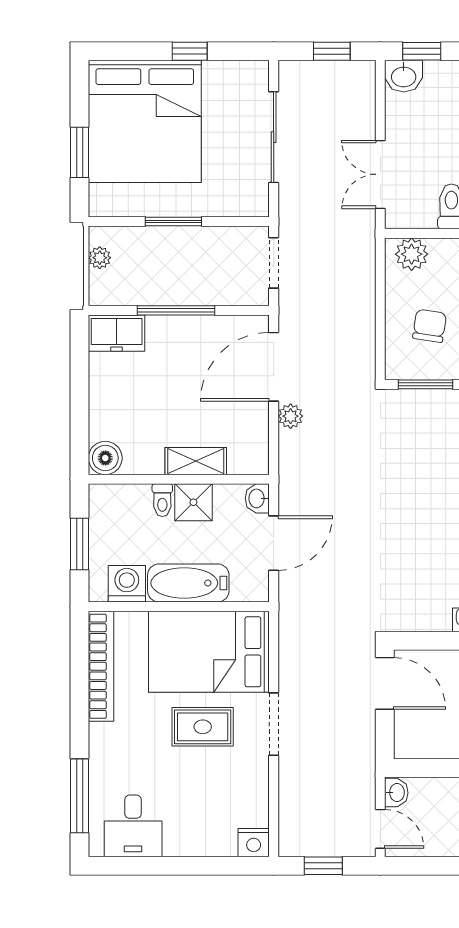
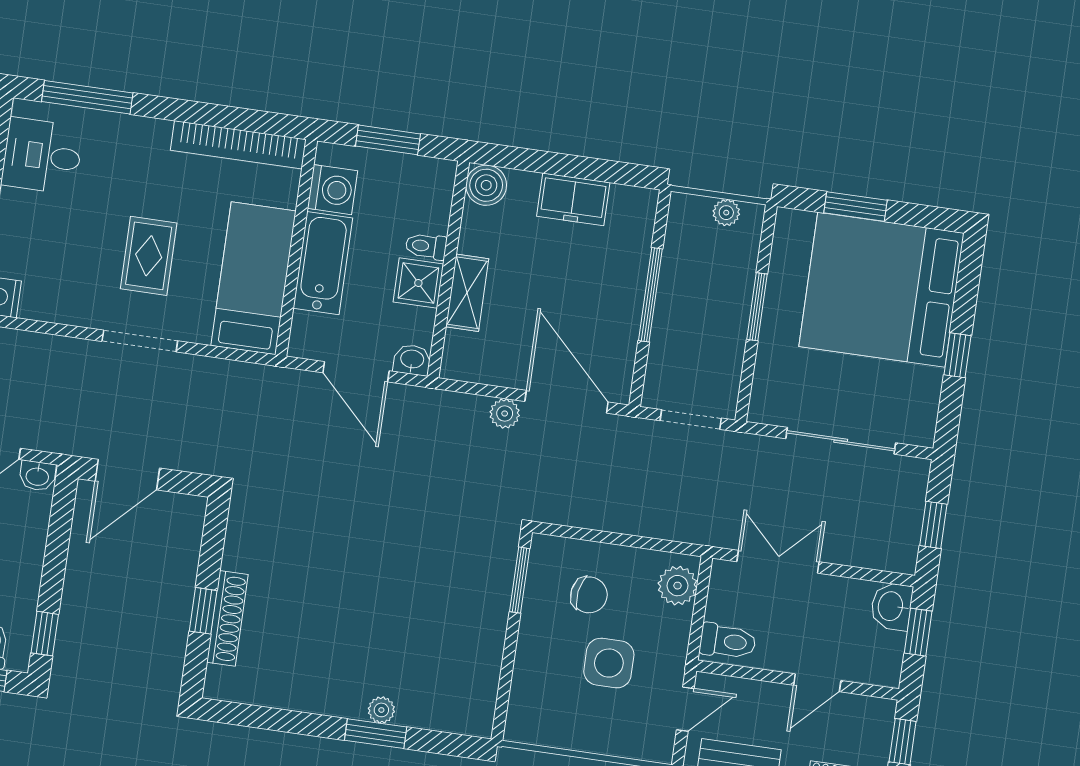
freezer: (117, 333) -> (573, 199), moved, turned -90
bed: (209, 652) -> (253, 278), width x0.67
door: (385, 683) -> (127, 475), moved

